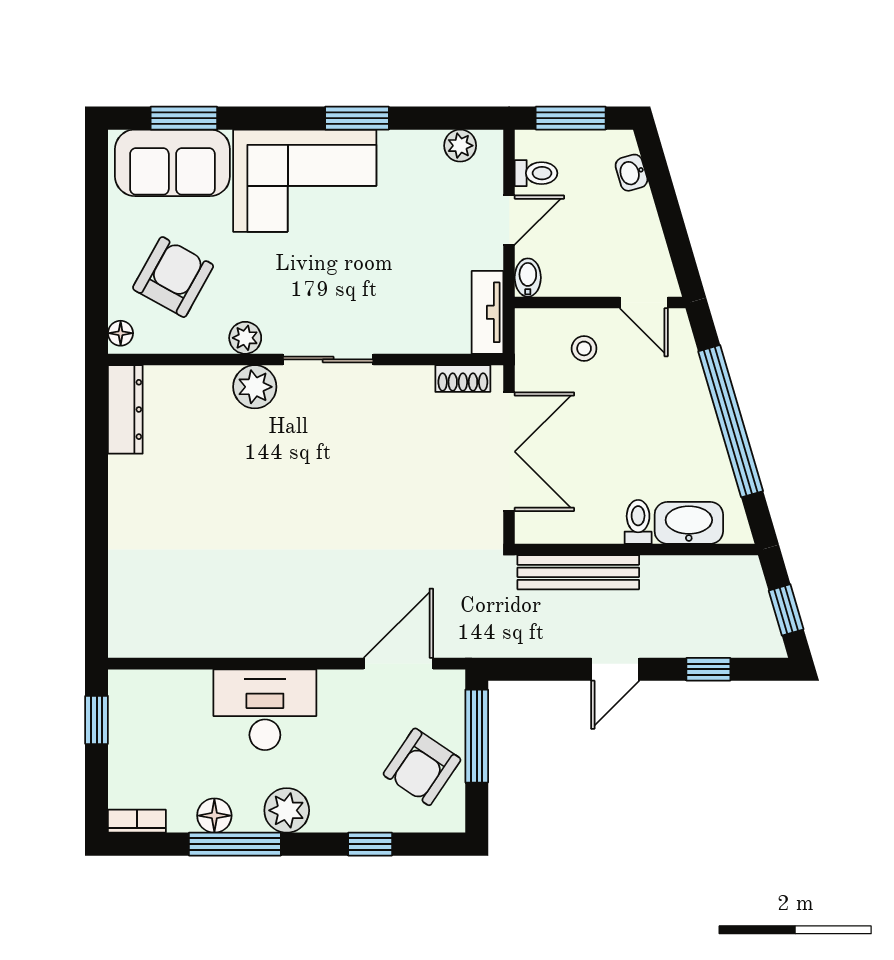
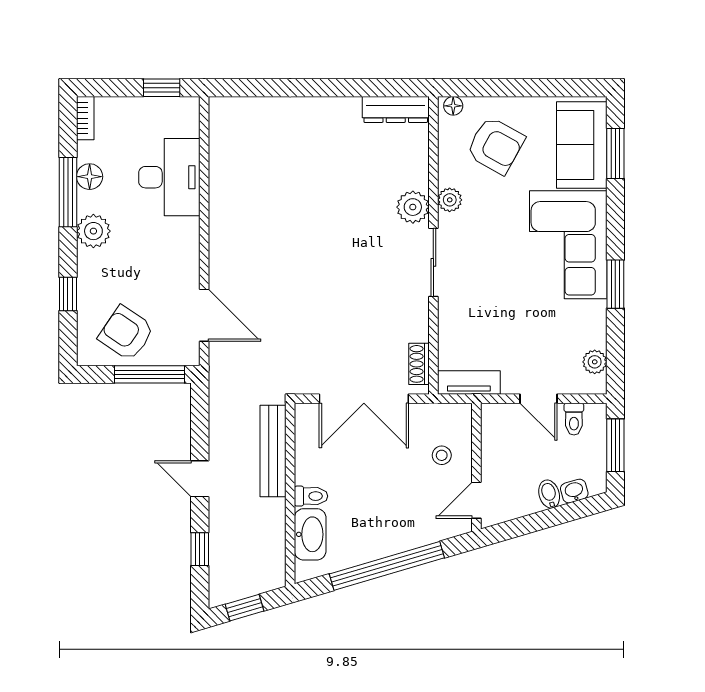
bidet: (528, 278) -> (549, 494), moved, turned -106
desk: (265, 710) -> (169, 177), moved

